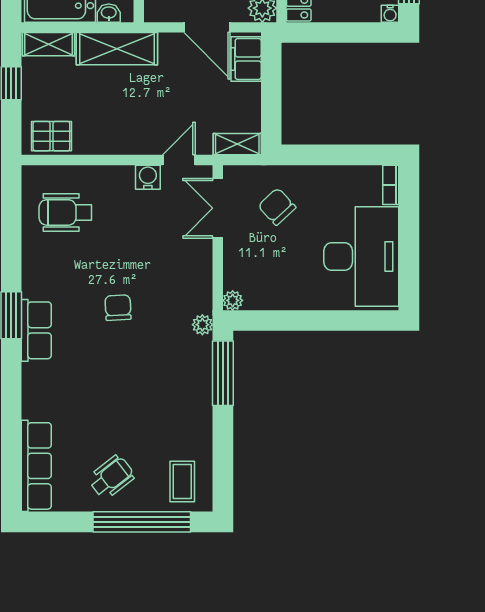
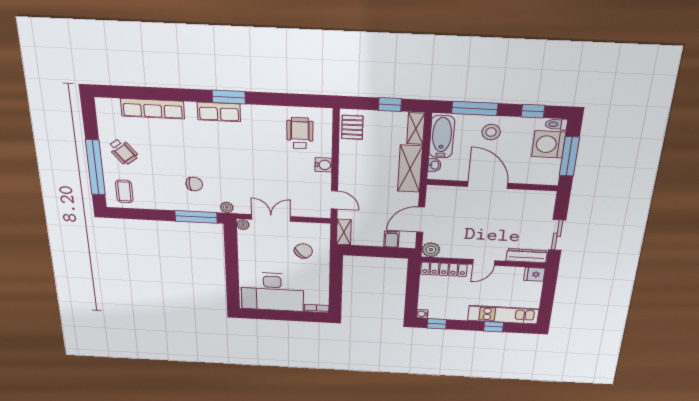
filing cabinet: (246, 59) -> (391, 239), width x0.50
water cooler: (148, 177) -> (323, 165), moved
double door: (218, 208) -> (271, 218), moved
chair: (118, 308) -> (194, 184), moved
row of seats: (36, 466) -> (153, 109), moved
coffee table: (182, 481) -> (124, 191), turned 90

